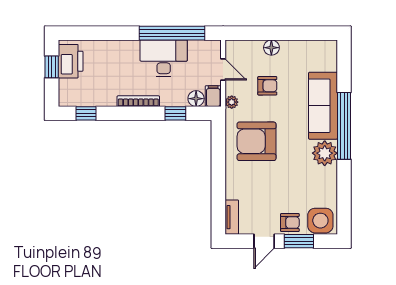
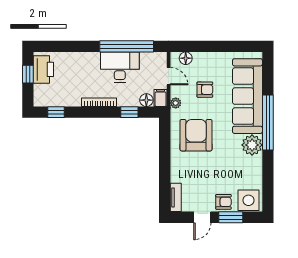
floor lamp: (271, 48) -> (186, 58), moved
sofa: (323, 106) -> (247, 96), width x1.36, depth x1.27
armchair: (257, 141) -> (196, 135), turned 90

